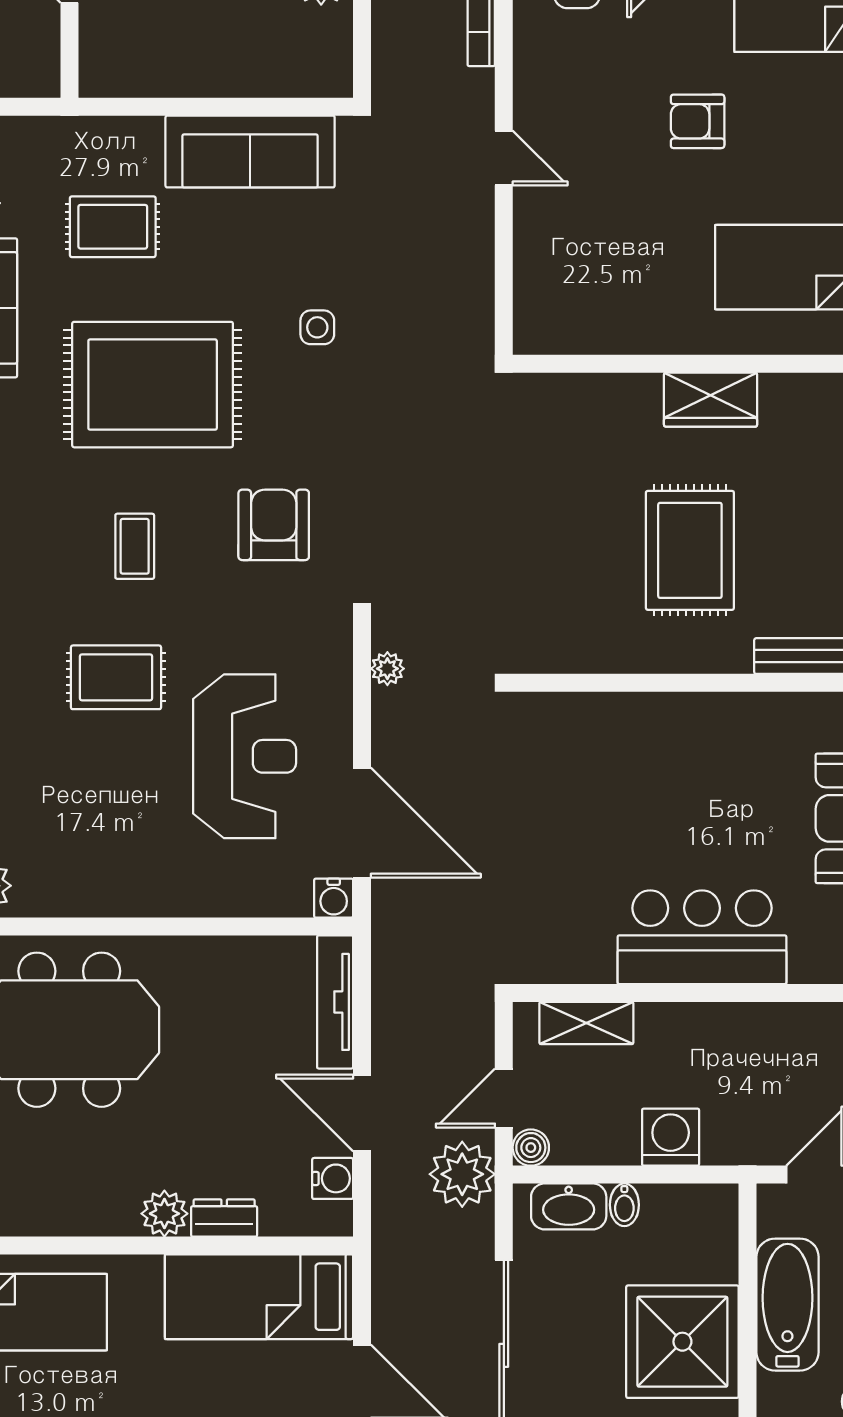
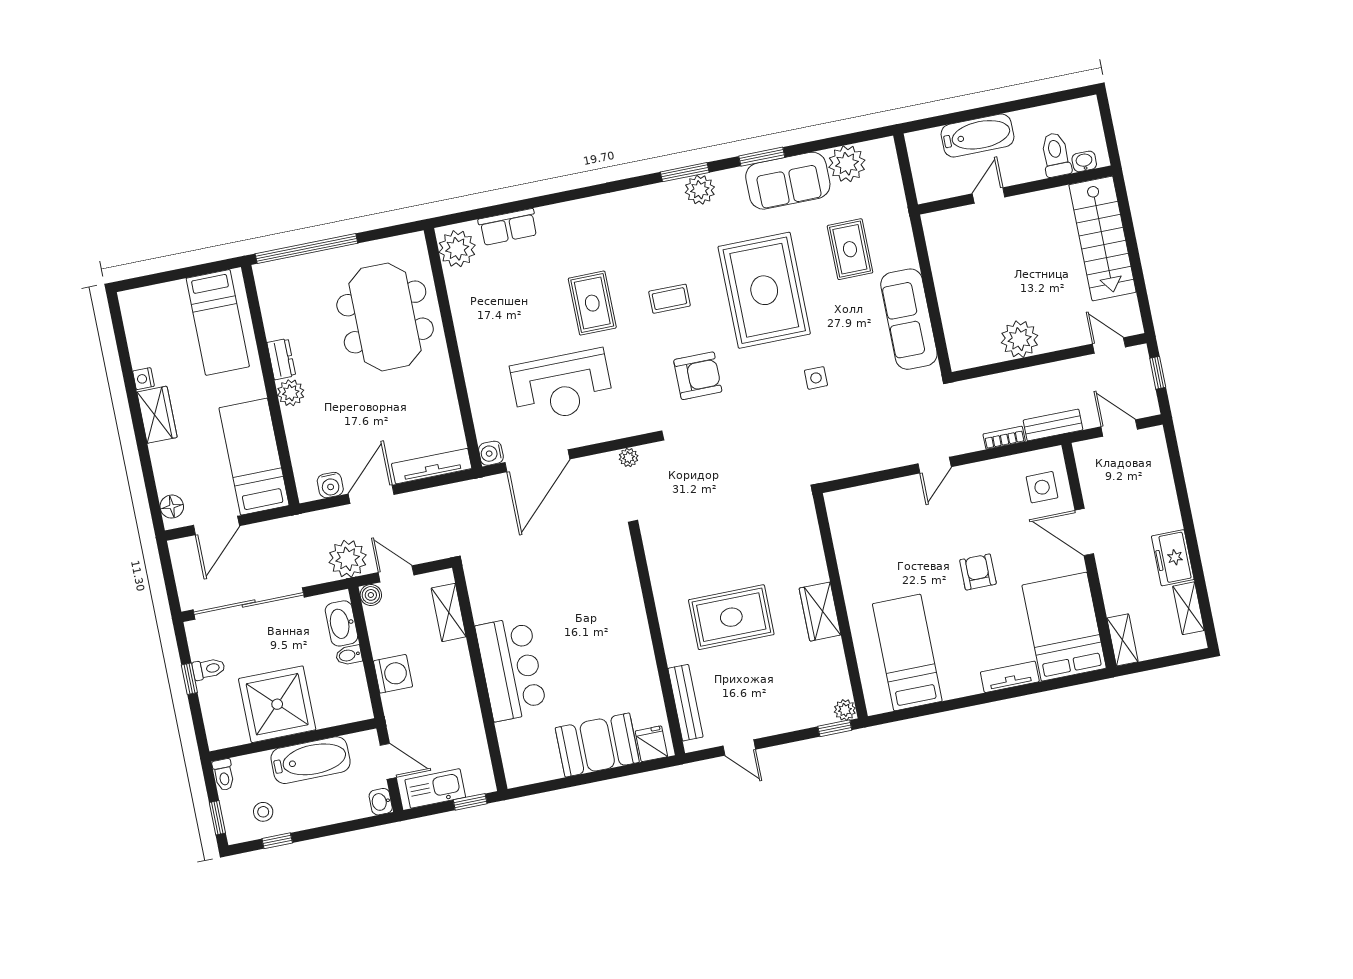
dresser: (224, 1218) -> (281, 359), moved

